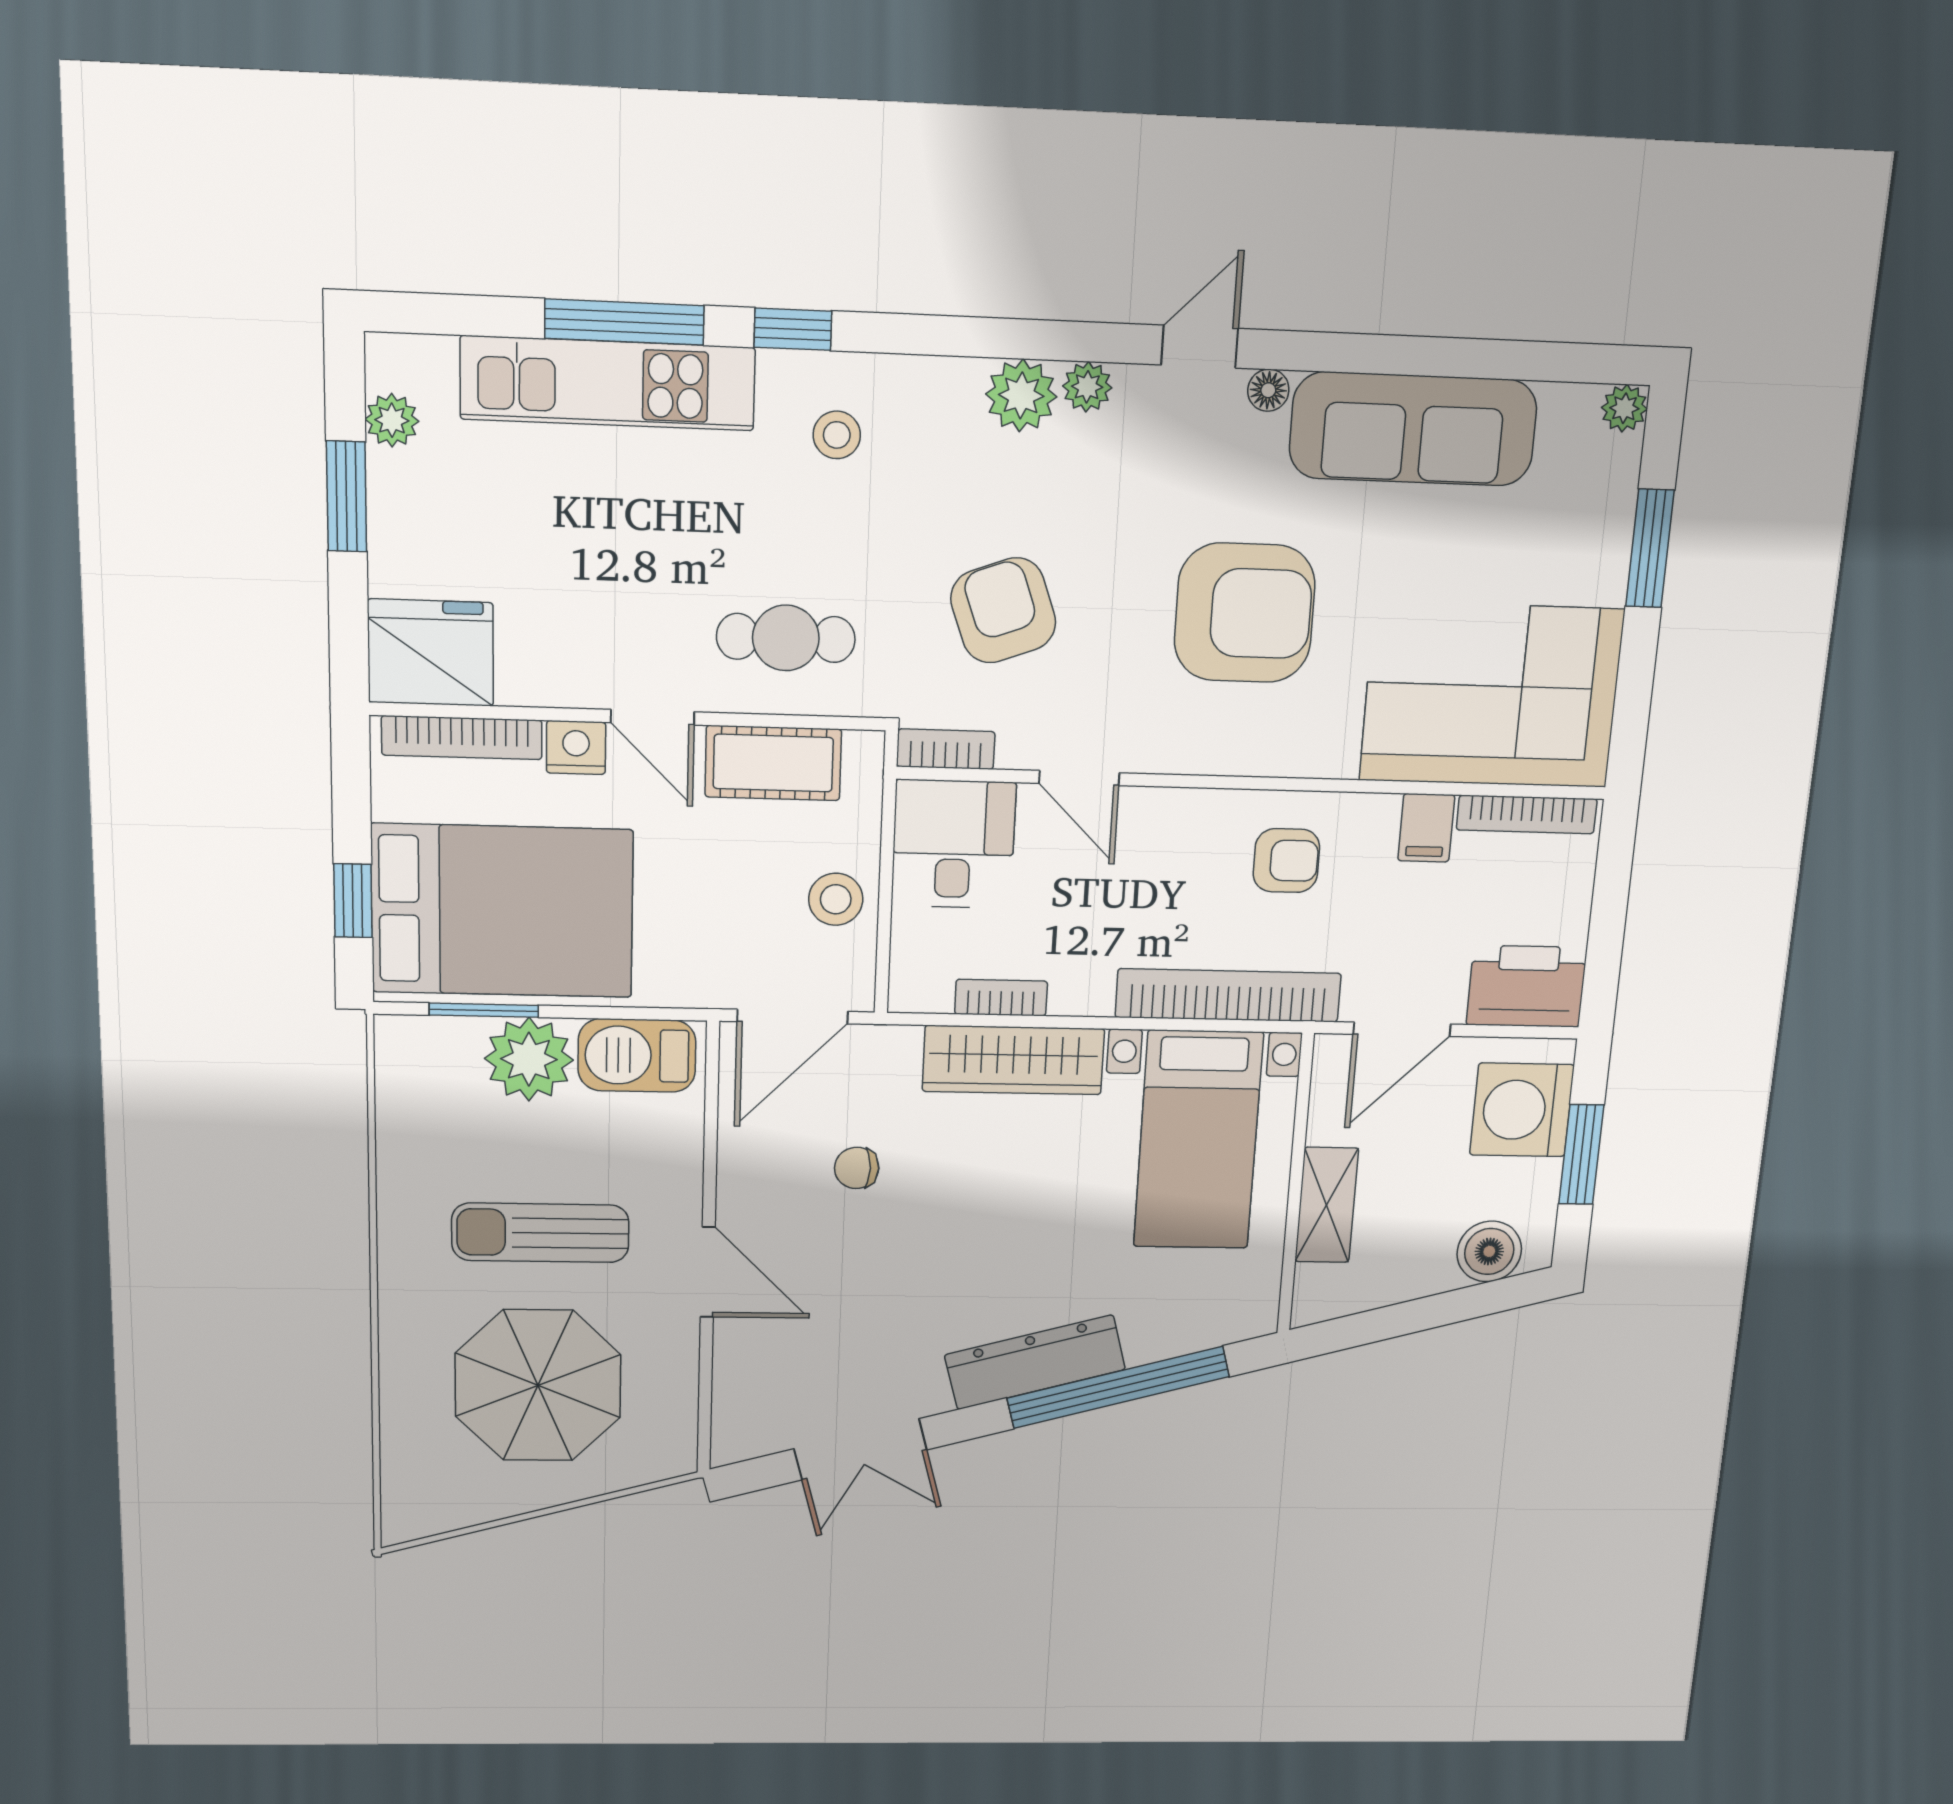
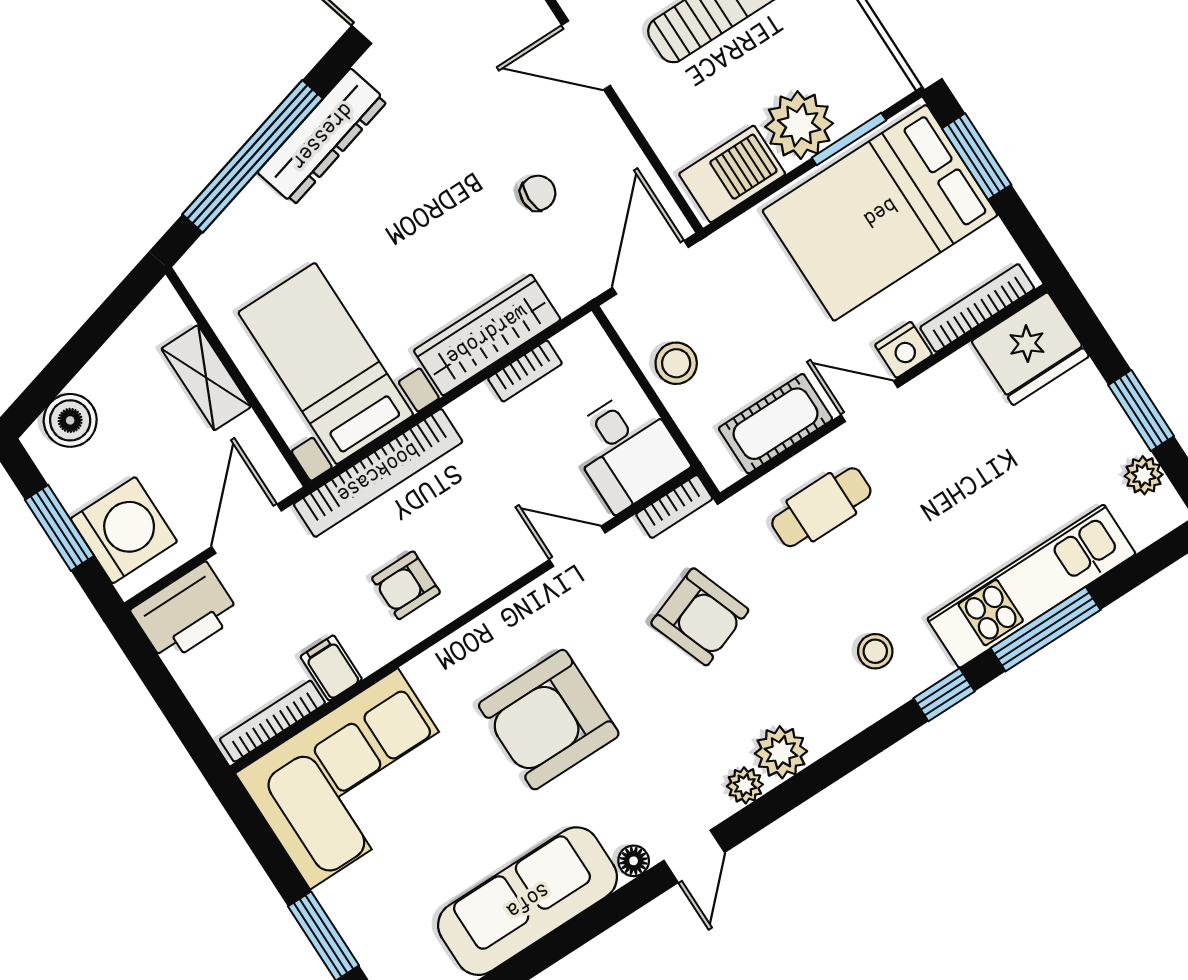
window: (353, 901) -> (977, 156), width x1.50

